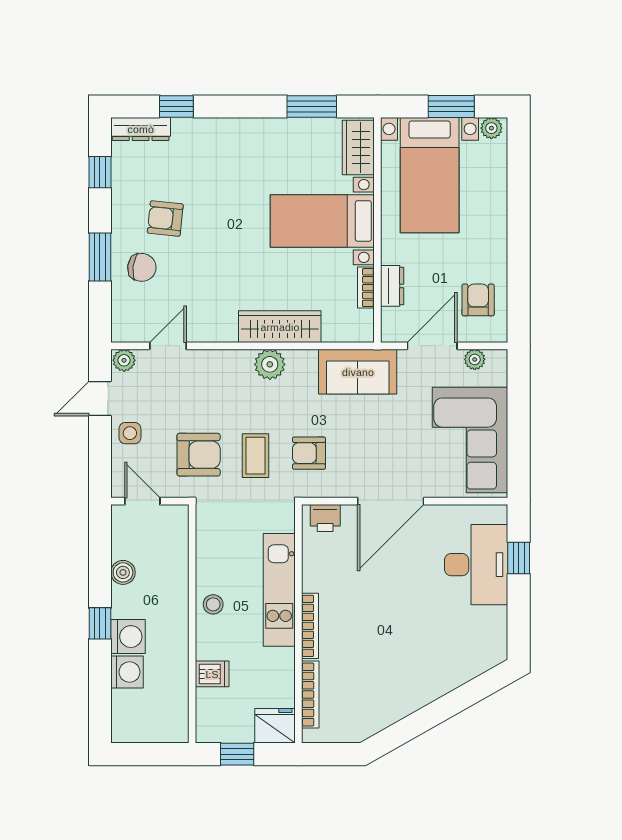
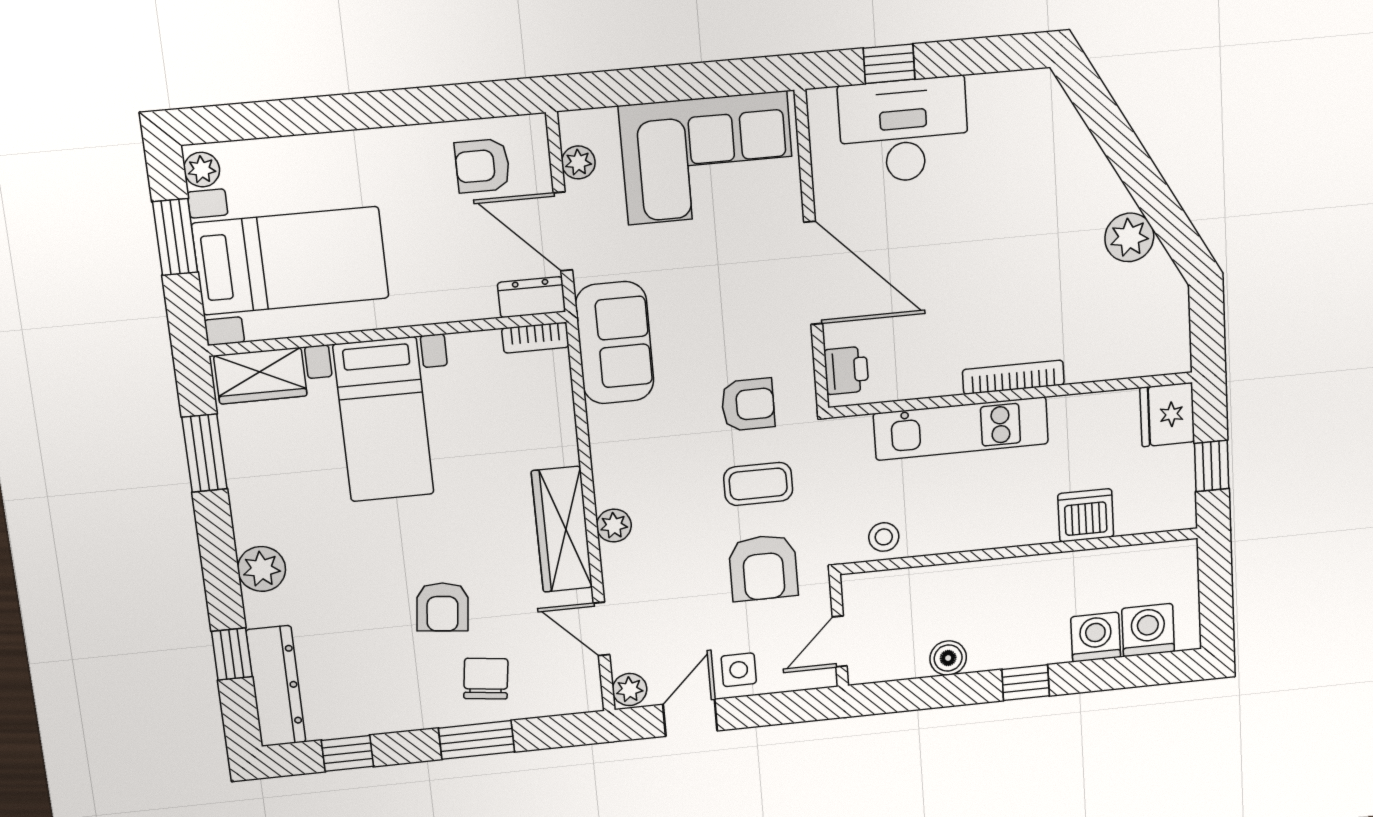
dresser: (141, 129) -> (276, 686), width x1.37, depth x1.24
plant: (232, 132) -> (262, 569), added
armchair: (165, 219) -> (442, 607), moved
dresser: (392, 286) -> (531, 297), moved
bookcase: (366, 288) -> (535, 338), moved
wardrobe: (280, 327) -> (562, 529), moved
plant: (270, 364) -> (614, 526), moved, width x0.73, depth x0.73
door: (100, 398) -> (690, 718), swing flipped
armchair: (309, 453) -> (748, 405), turned -90
armchair: (199, 455) -> (763, 568), turned 180
stool: (213, 604) -> (884, 537), moved
washing machine: (128, 637) -> (1148, 630), moved
dishwasher: (212, 674) -> (1086, 515), width x1.38
bookcase: (310, 695) -> (1118, 367), removed
plant: (394, 705) -> (1129, 237), added

